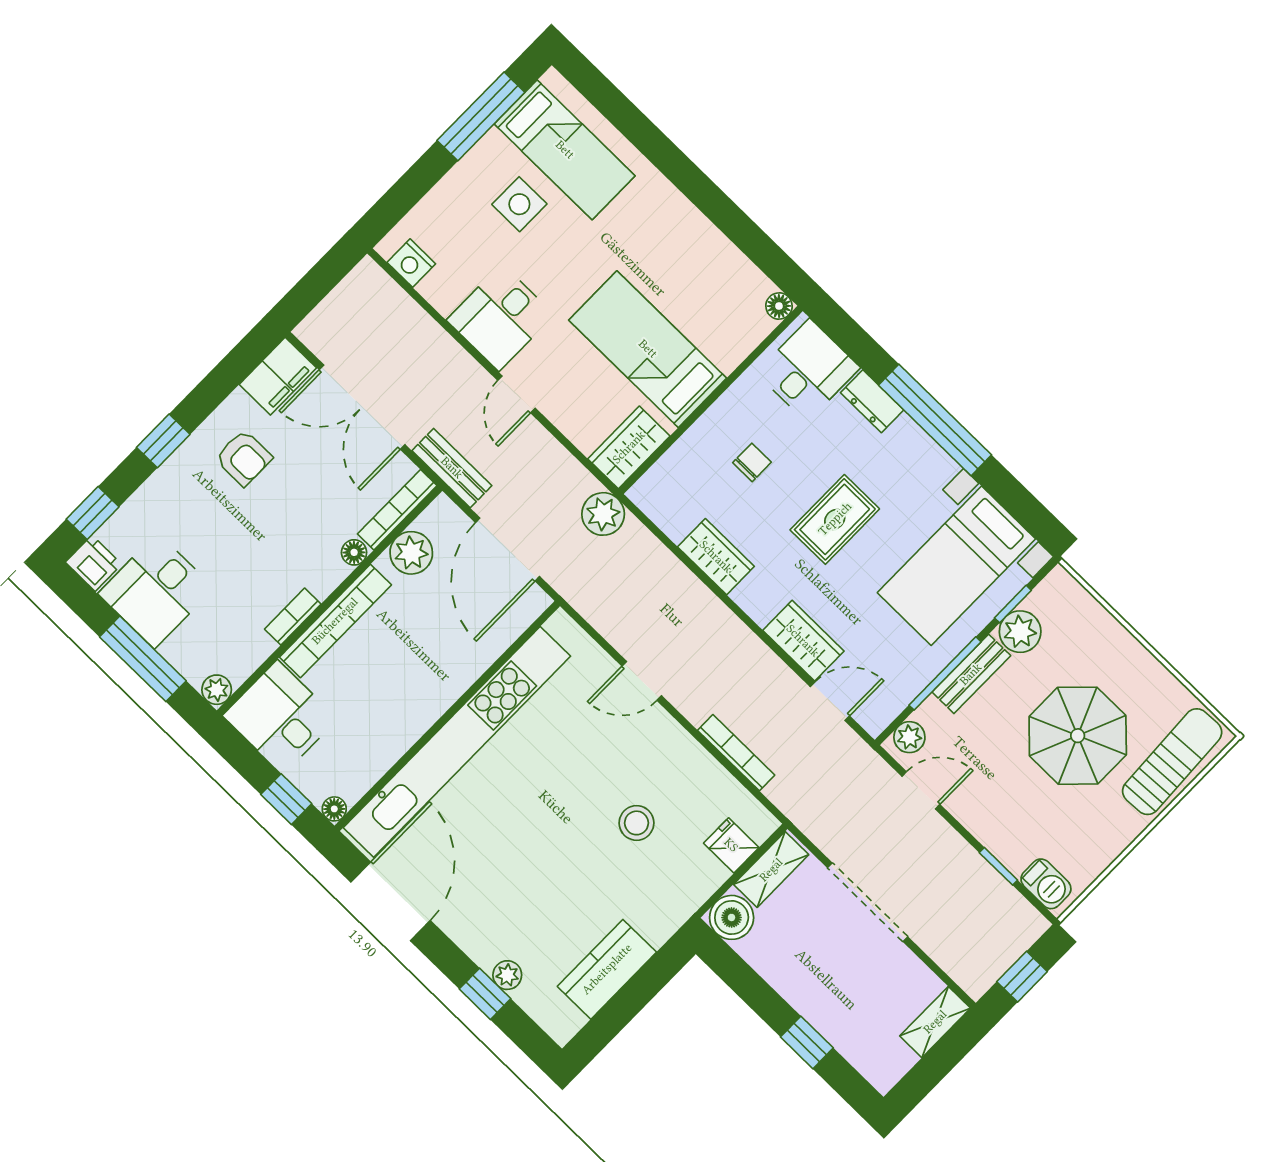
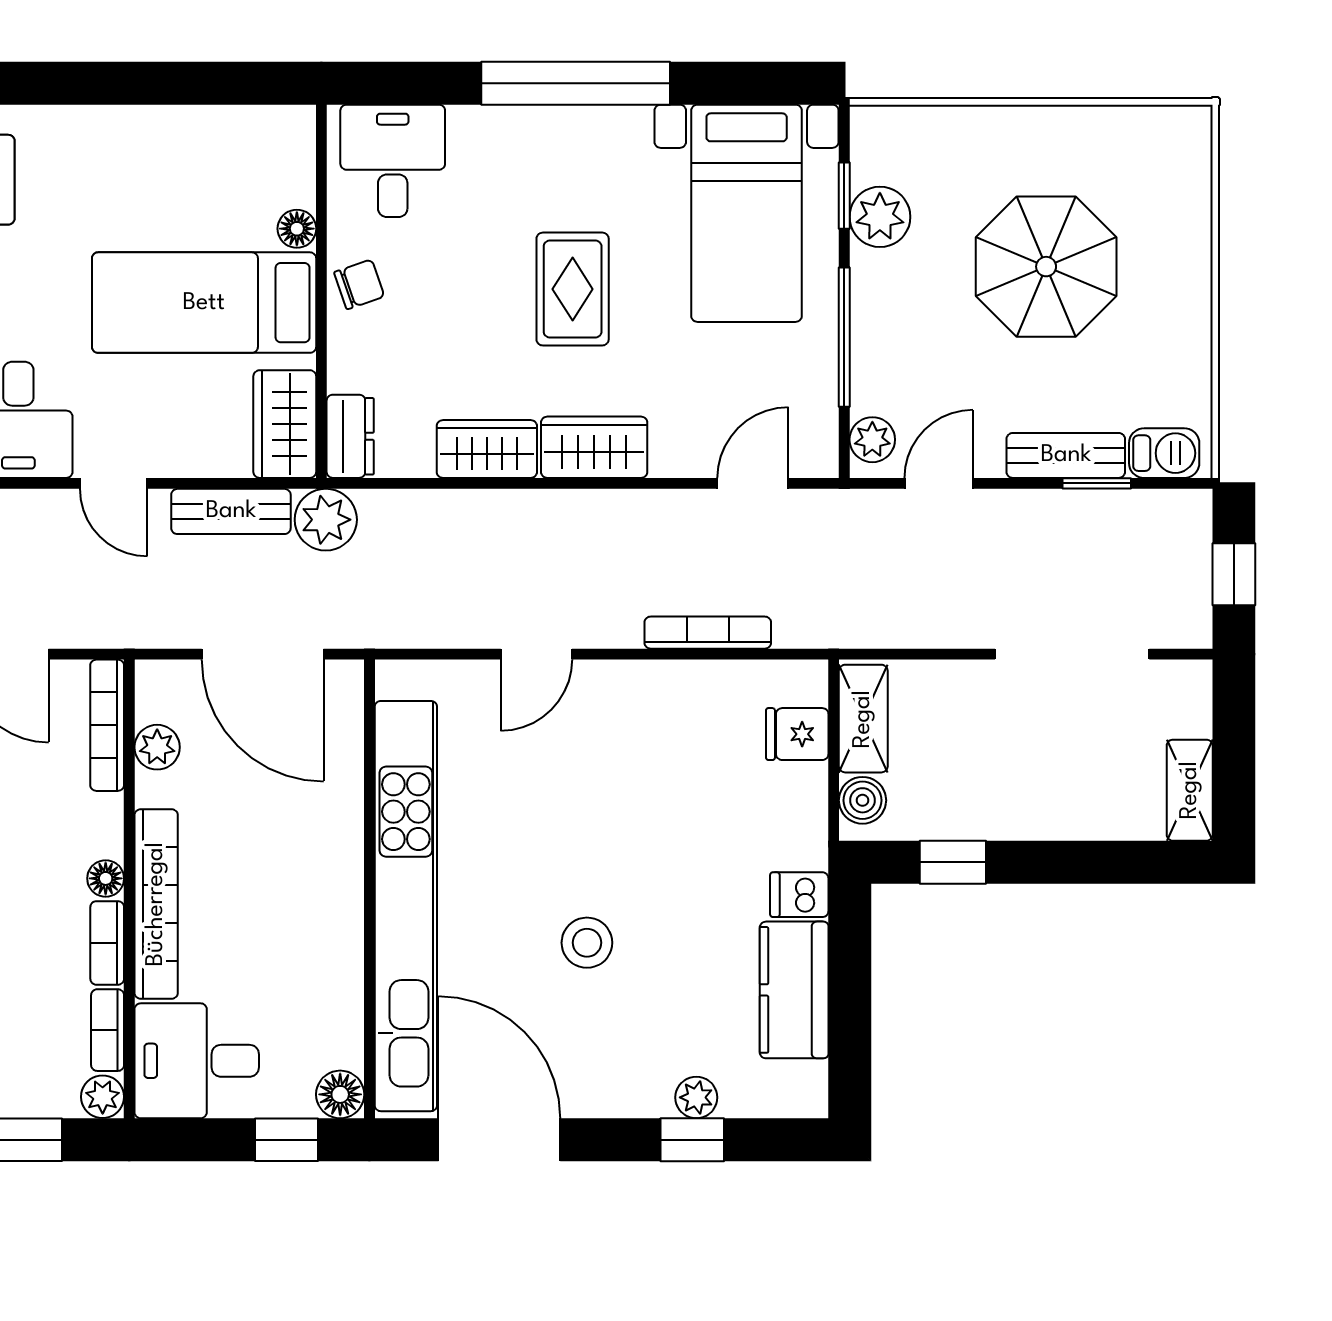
floor lamp: (779, 306) -> (297, 229), moved
dresser: (872, 401) -> (350, 436), moved, turned -90
chair: (752, 462) -> (359, 284), moved, turned 71
bench: (452, 468) -> (231, 511), moved
floor lamp: (354, 552) -> (106, 878), moved
plant: (411, 553) -> (157, 747), width x0.73, depth x0.73
wardrobe: (803, 641) -> (594, 447), moved
bookcase: (251, 659) -> (108, 1030), added
bench: (971, 674) -> (1066, 455), moved, turned 90
sun lounger: (1172, 762) -> (1171, 197), removed
floor lamp: (334, 809) -> (340, 1094), width x1.37, depth x1.37
stool: (636, 823) -> (587, 943), moved
doorway: (868, 902) -> (1072, 654), moved
boiler: (732, 917) -> (863, 800), width x0.73, depth x0.73
dishwasher: (655, 925) -> (799, 895), added
shelving: (935, 1022) -> (1190, 790), moved
window: (807, 1042) -> (953, 862), moved

